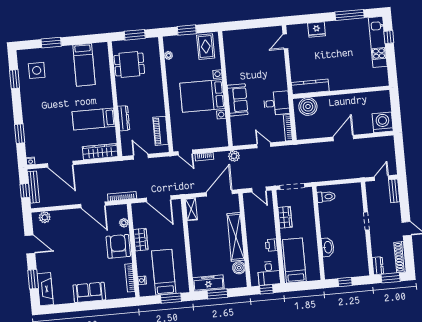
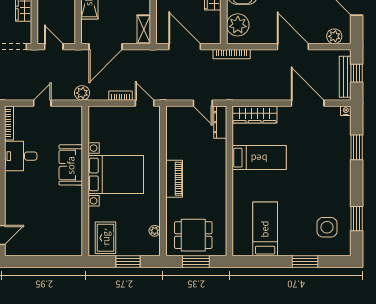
dining table: (129, 64) -> (193, 235), moved
dresser: (124, 118) -> (220, 122), moved
piano: (160, 131) -> (174, 179), moved
door: (264, 145) -> (42, 103), swing flipped
door: (93, 205) -> (293, 47), moved
plant: (124, 223) -> (238, 25), width x1.87, depth x1.87

